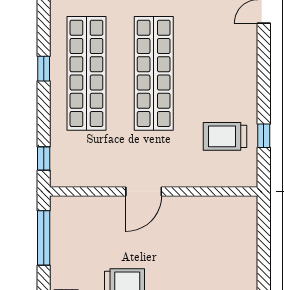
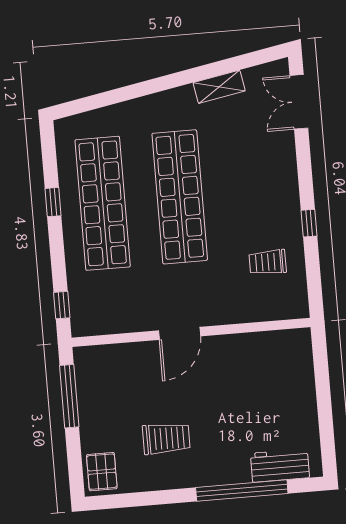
trolley: (225, 136) -> (268, 262), width x0.73, depth x0.72
window: (264, 136) -> (309, 223), moved

